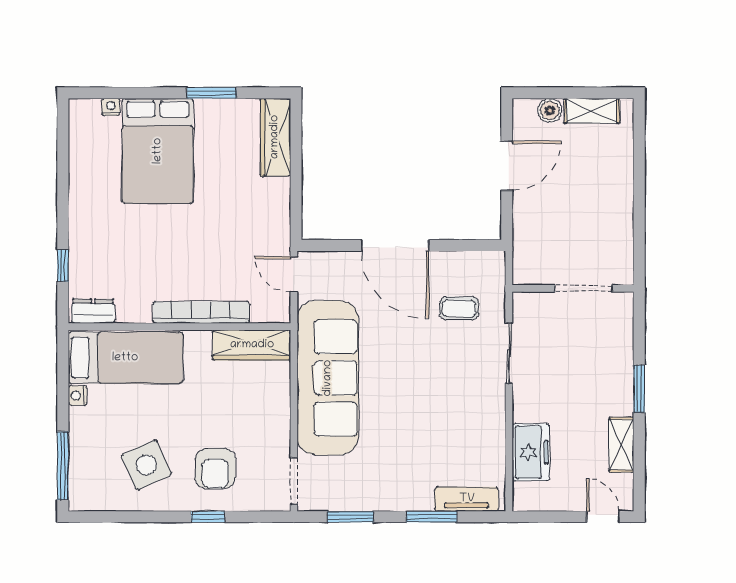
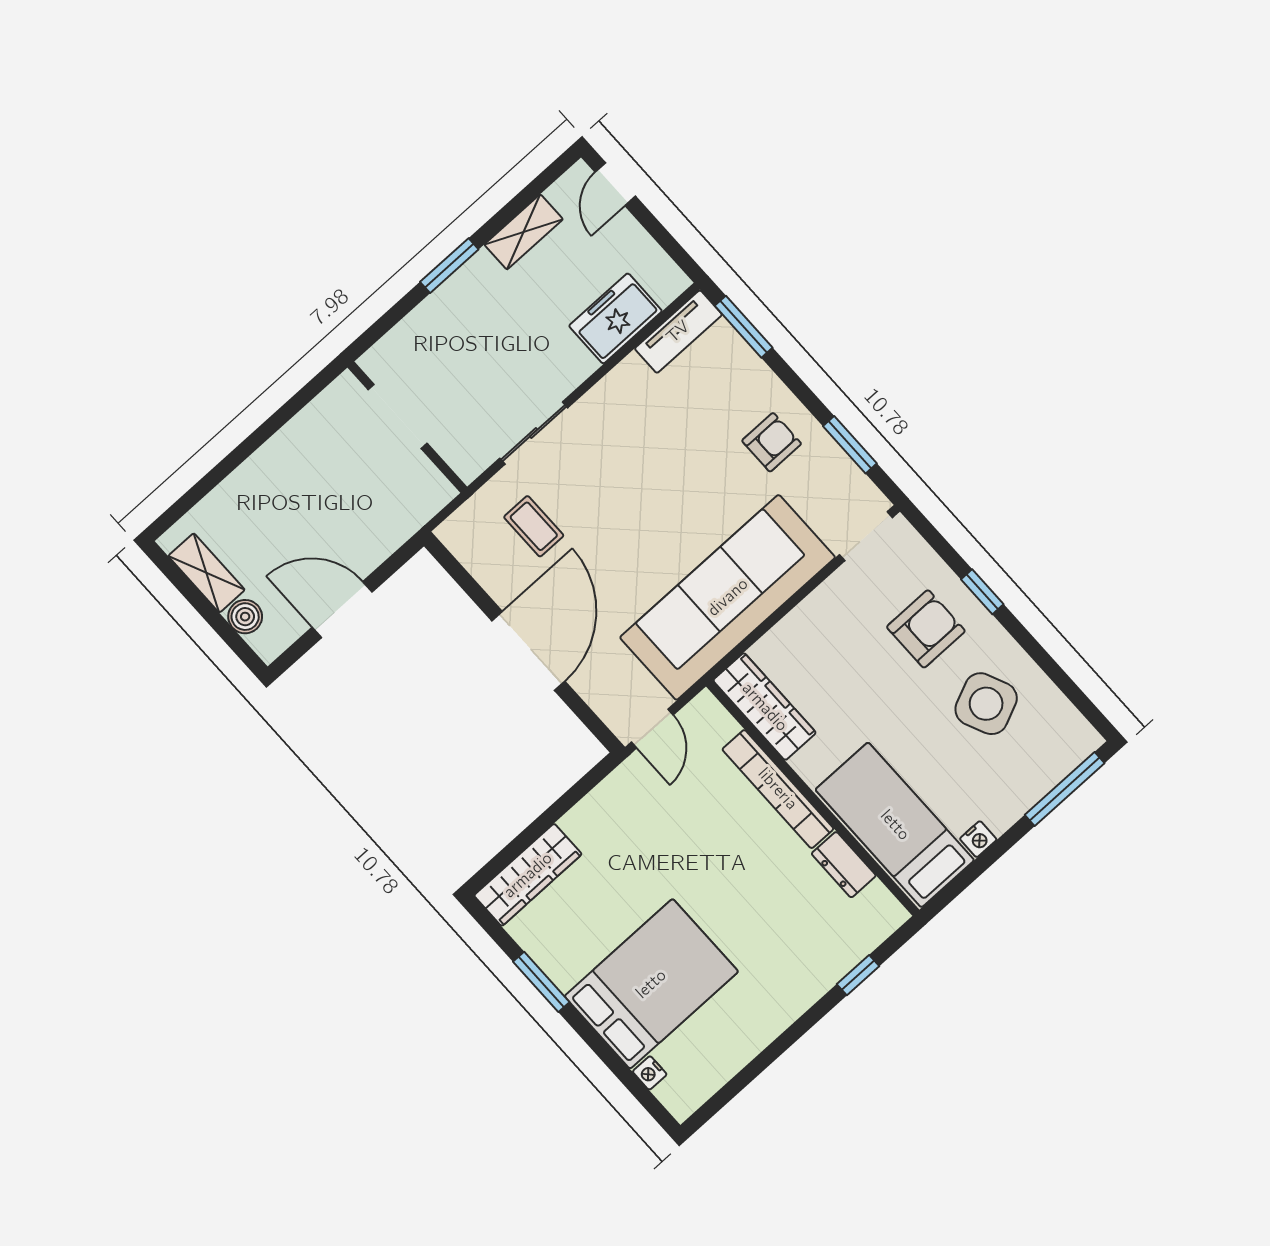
dresser: (93, 311) -> (844, 865), moved
armchair: (389, 476) -> (772, 442), added
tv unit: (467, 499) -> (678, 332), moved, turned -90
window: (432, 517) -> (744, 327), moved

